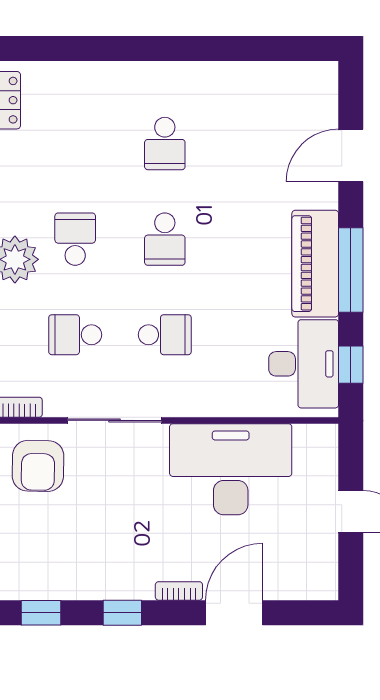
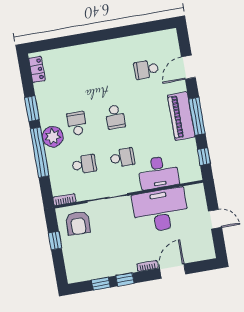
school desk: (165, 144) -> (146, 69), moved, turned 90
school desk: (75, 335) -> (84, 164), turned 180
desk: (304, 364) -> (158, 172), moved, turned 90
window: (41, 613) -> (101, 284), moved

